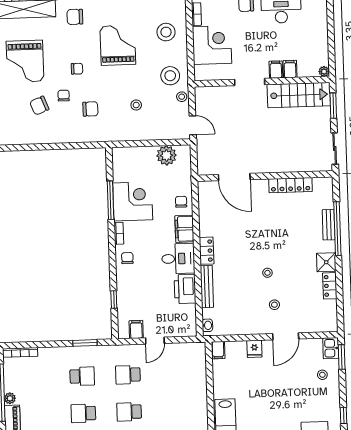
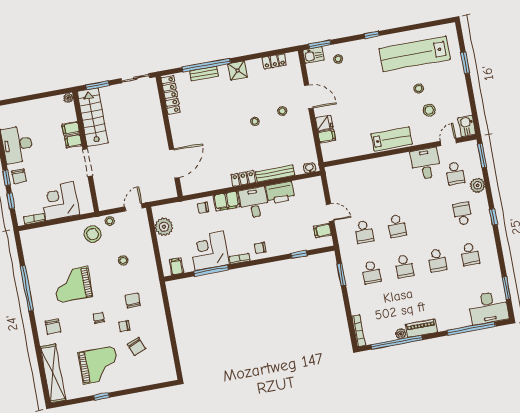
stool: (166, 32) -> (54, 244), removed
filing cabinet: (121, 163) -> (176, 266), added
locker: (290, 185) -> (171, 95), moved
locker: (330, 286) -> (274, 61), moved
filing cabinet: (218, 350) -> (327, 136), moved
school desk: (82, 376) -> (371, 272), turned 180

